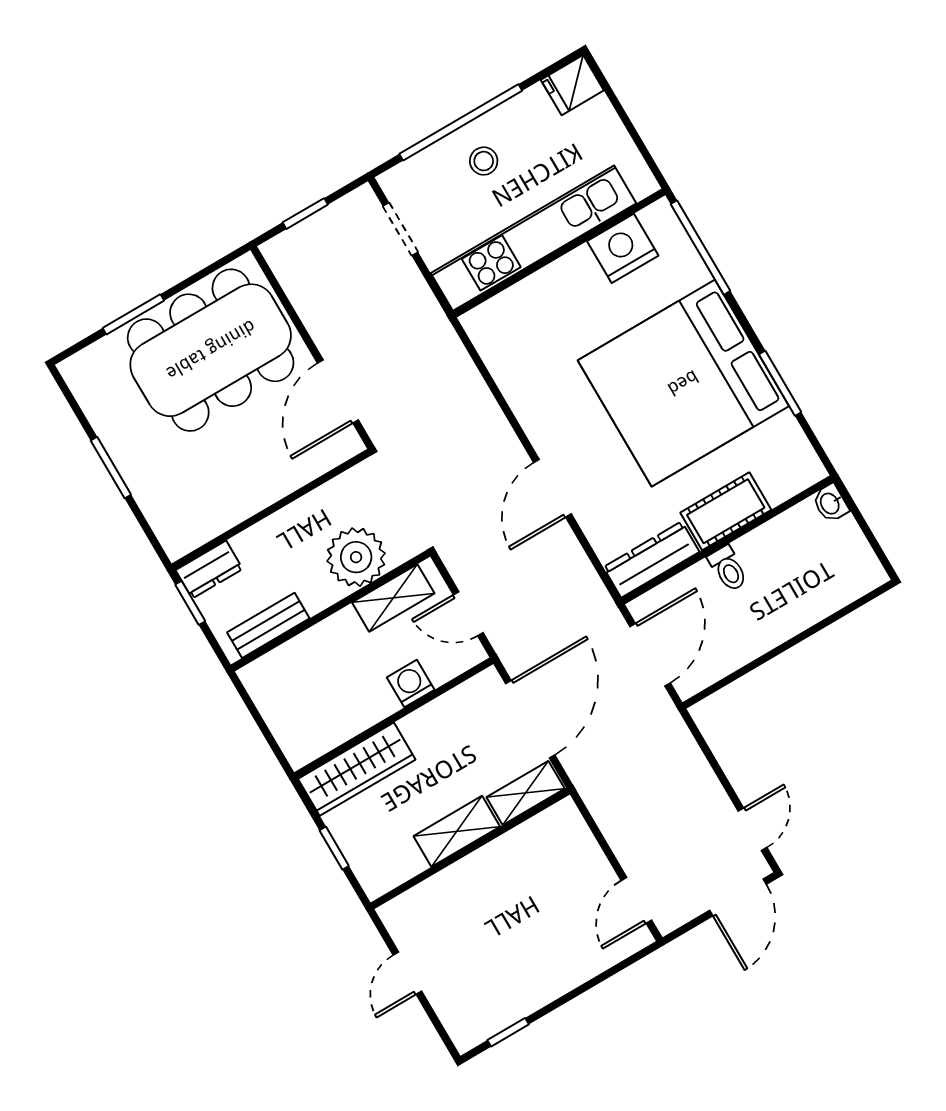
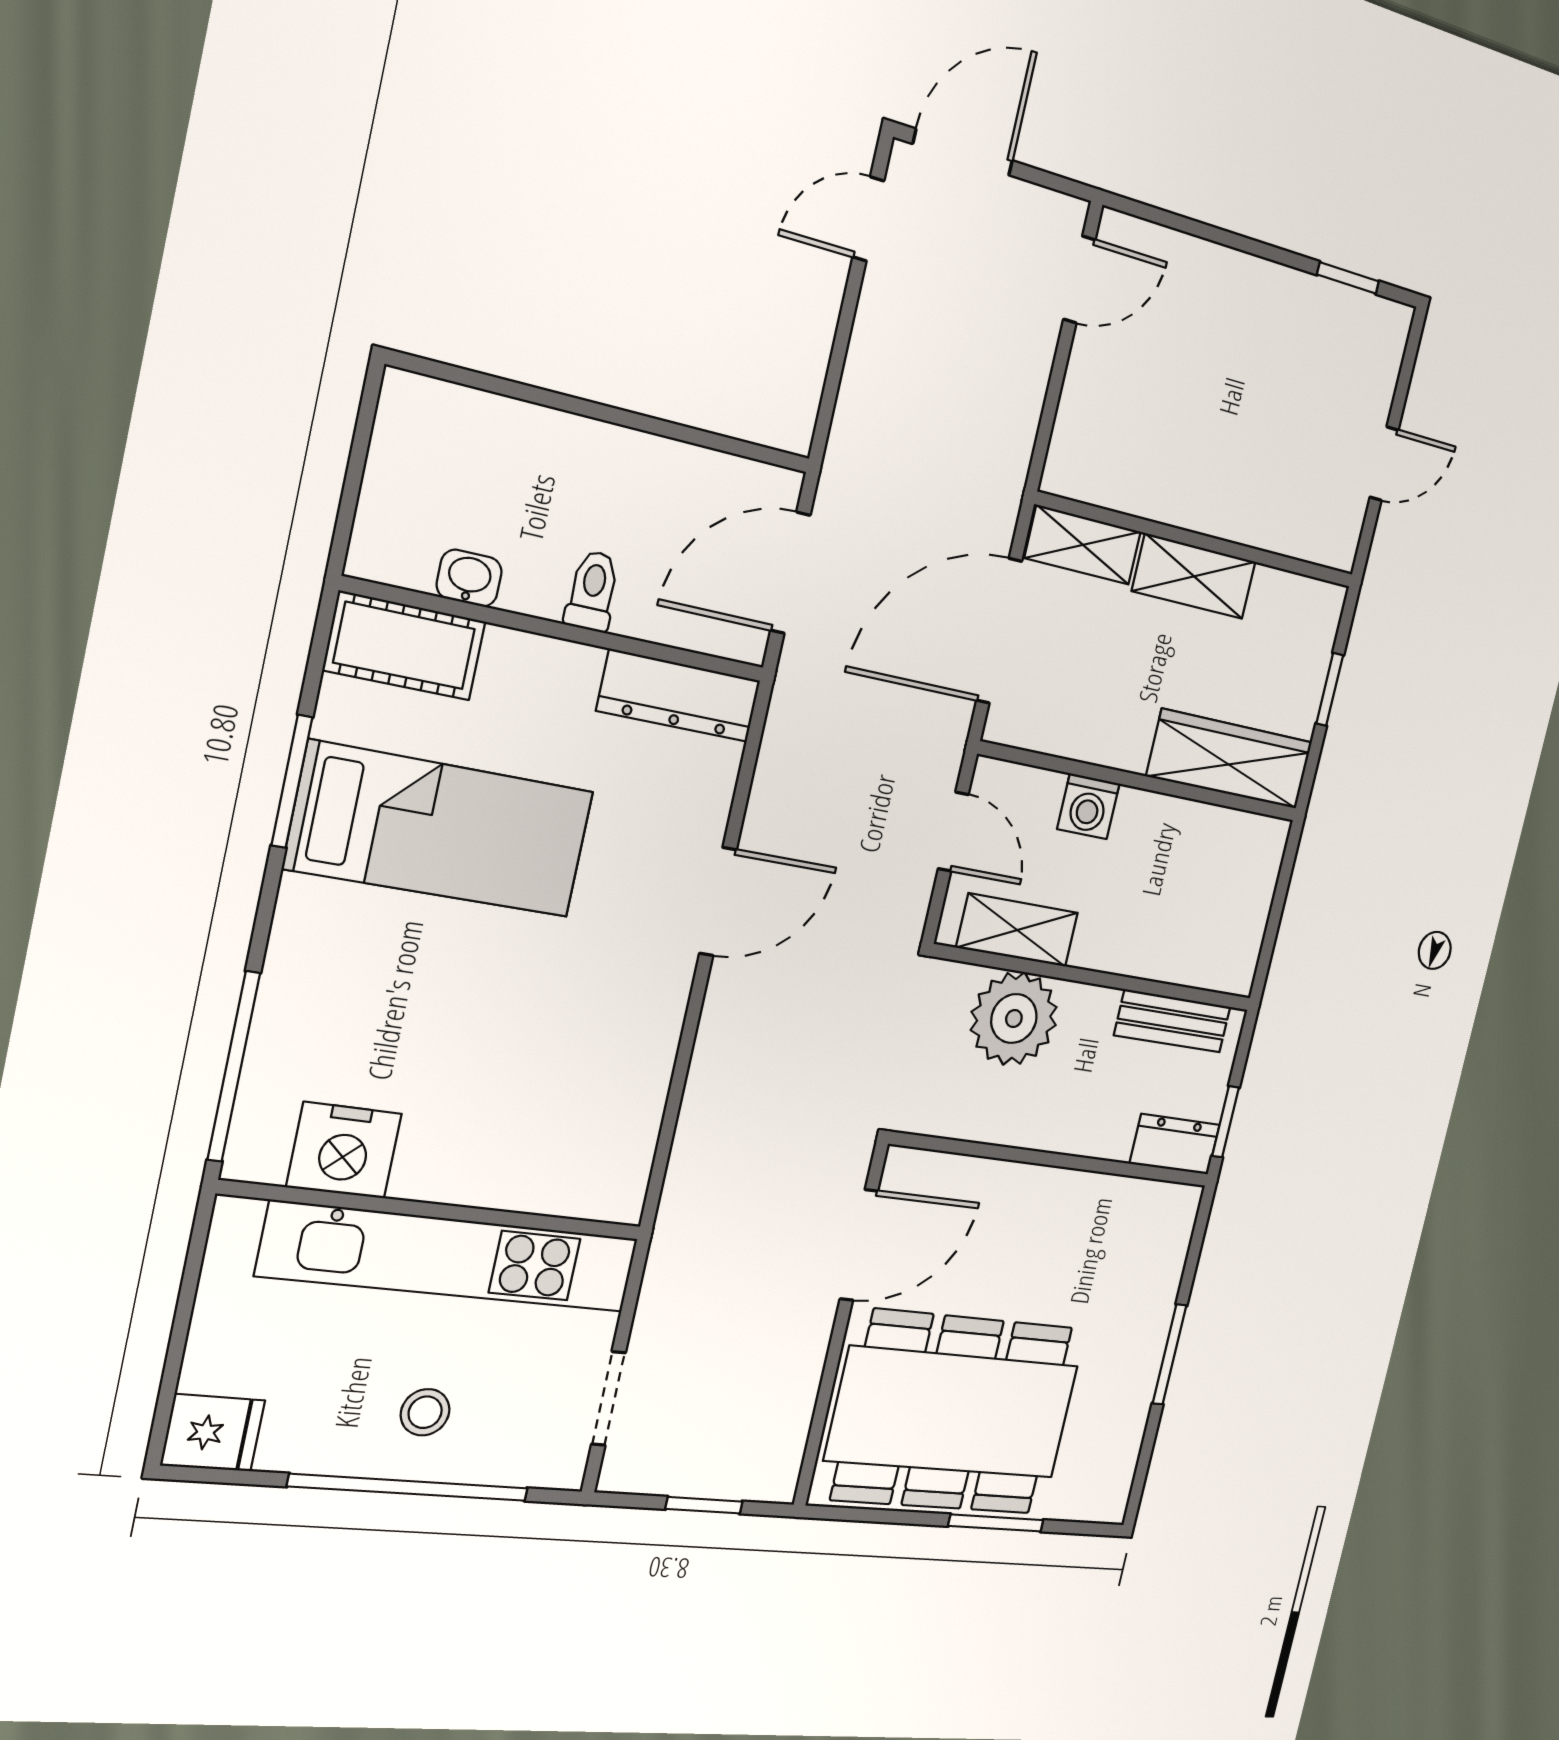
bed: (683, 383) -> (441, 830), width x0.49
washbasin: (830, 503) -> (469, 578), moved, turned -90
cot: (726, 511) -> (405, 646), moved

